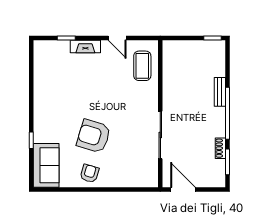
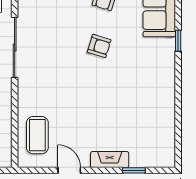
armchair: (94, 136) -> (99, 46), width x0.53, depth x0.53

